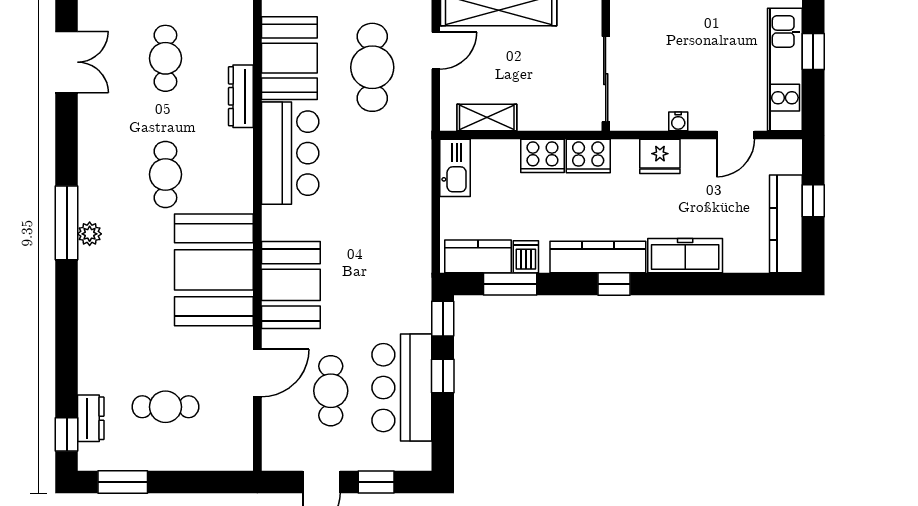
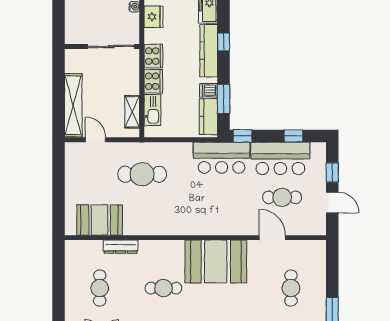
cafe table: (165, 58) -> (100, 288), turned 90
cafe table: (372, 67) -> (142, 174), moved
bar counter: (290, 153) -> (222, 158), moved, turned 180
kitchen sink: (455, 168) -> (152, 110), moved, turned 90
booth: (291, 285) -> (224, 219), removed
window: (443, 376) -> (293, 136), moved

